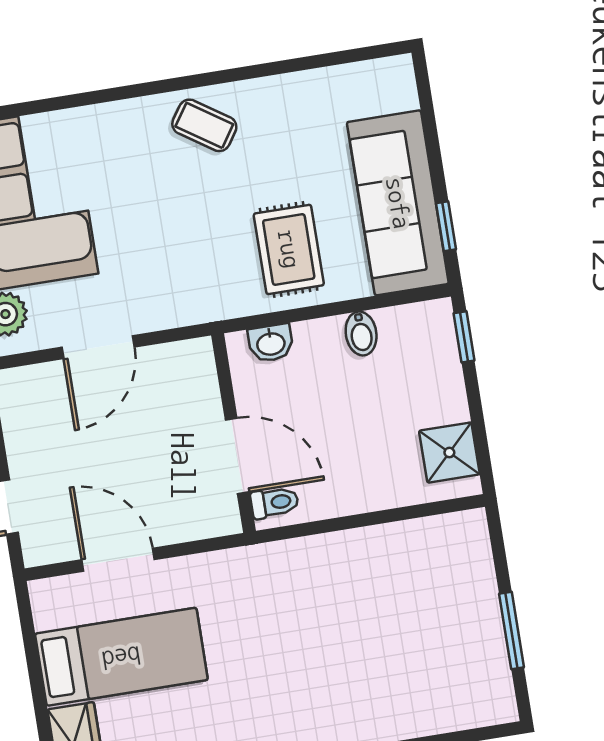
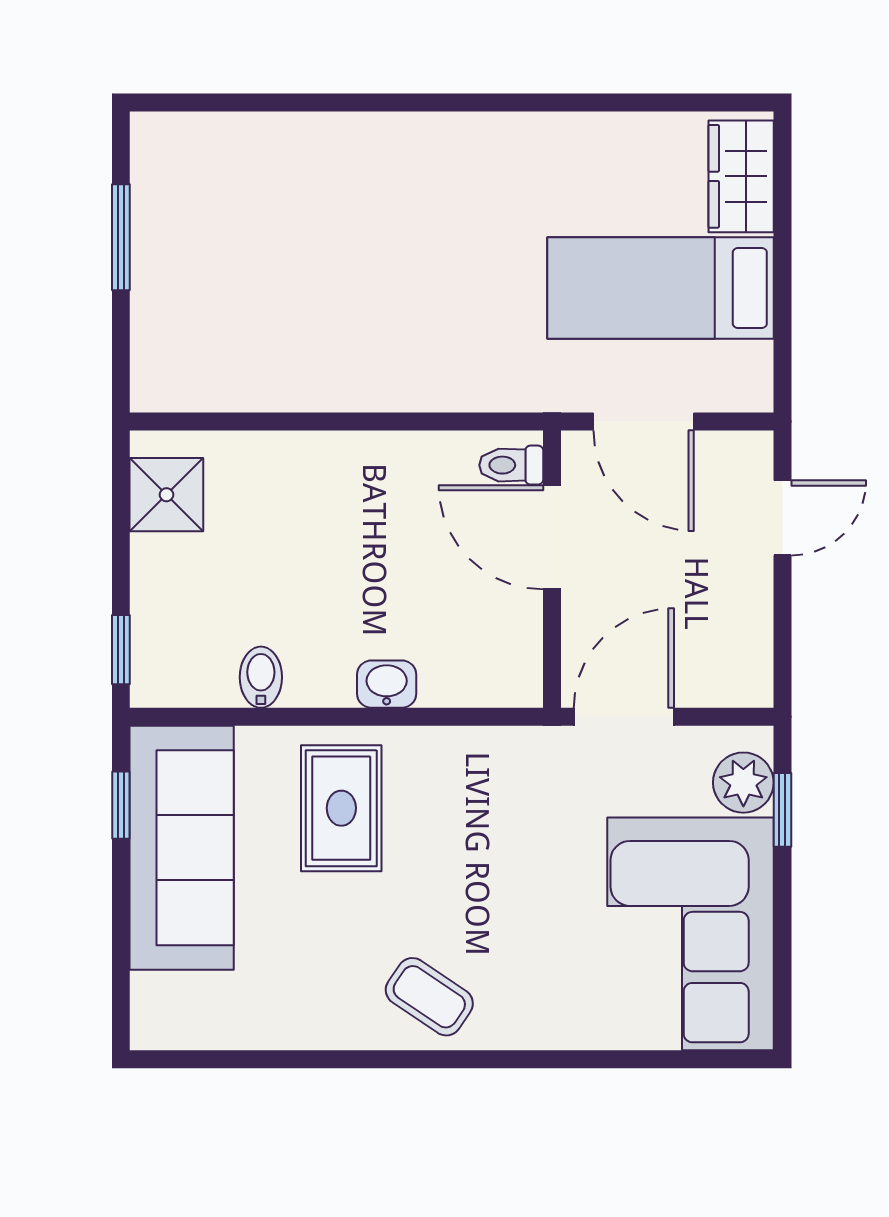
wall: (234, 433) -> (552, 569), moved
door: (237, 456) -> (552, 537), moved
toilet: (275, 502) -> (511, 465), moved

